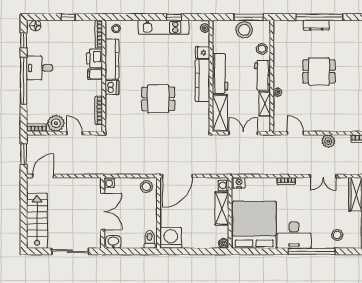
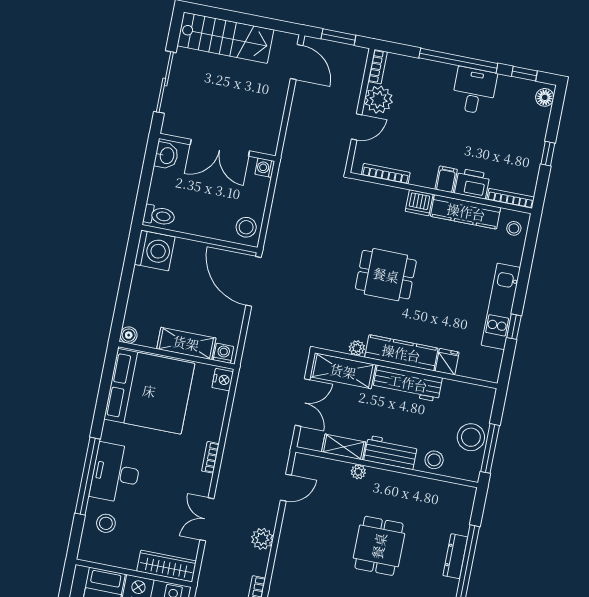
plant: (205, 28) -> (357, 348), moved
dining table: (158, 99) -> (386, 275), turned 90
desk: (294, 235) -> (116, 473), moved

